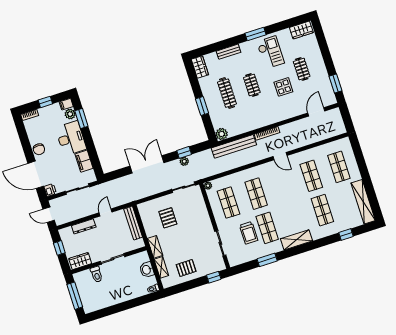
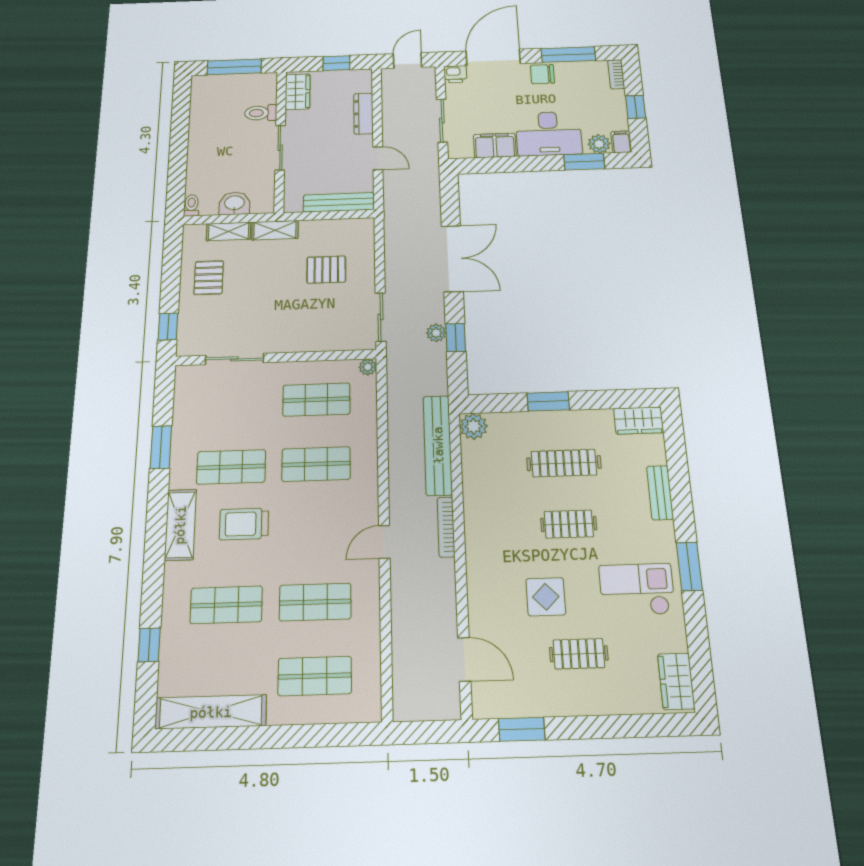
checkout: (270, 52) -> (637, 590), turned 180
window: (24, 140) -> (568, 54), added
trolley: (249, 233) -> (244, 524), moved

